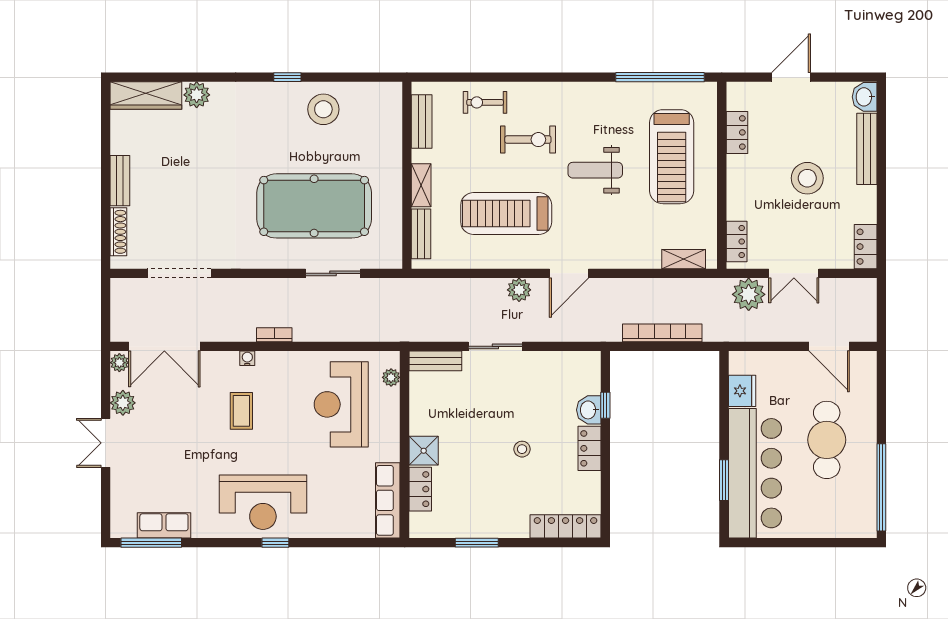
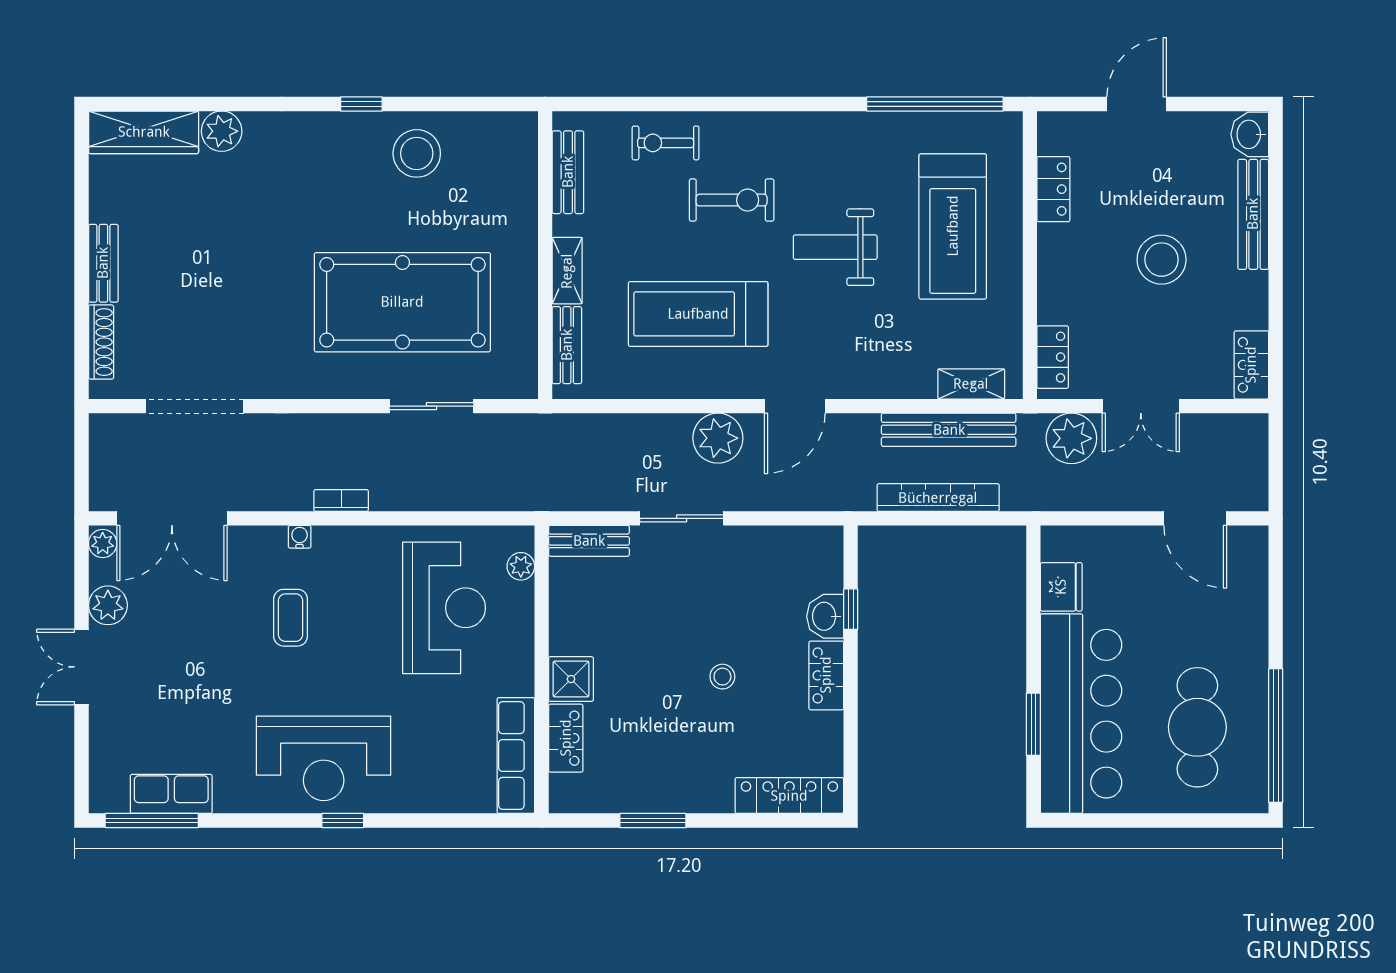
bench: (669, 289) -> (949, 430), added
plant: (519, 290) -> (718, 438), width x1.36, depth x1.36
reception desk: (341, 404) -> (444, 608), turned 180
cafe table: (827, 440) -> (1197, 727), moved

